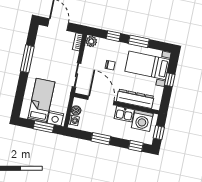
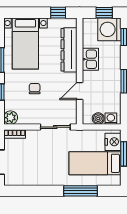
window: (27, 59) -> (81, 191), moved
window: (170, 80) -> (58, 13), moved
door: (101, 100) -> (80, 91), width x0.53
washing machine: (142, 121) -> (109, 29), moved, turned 180

